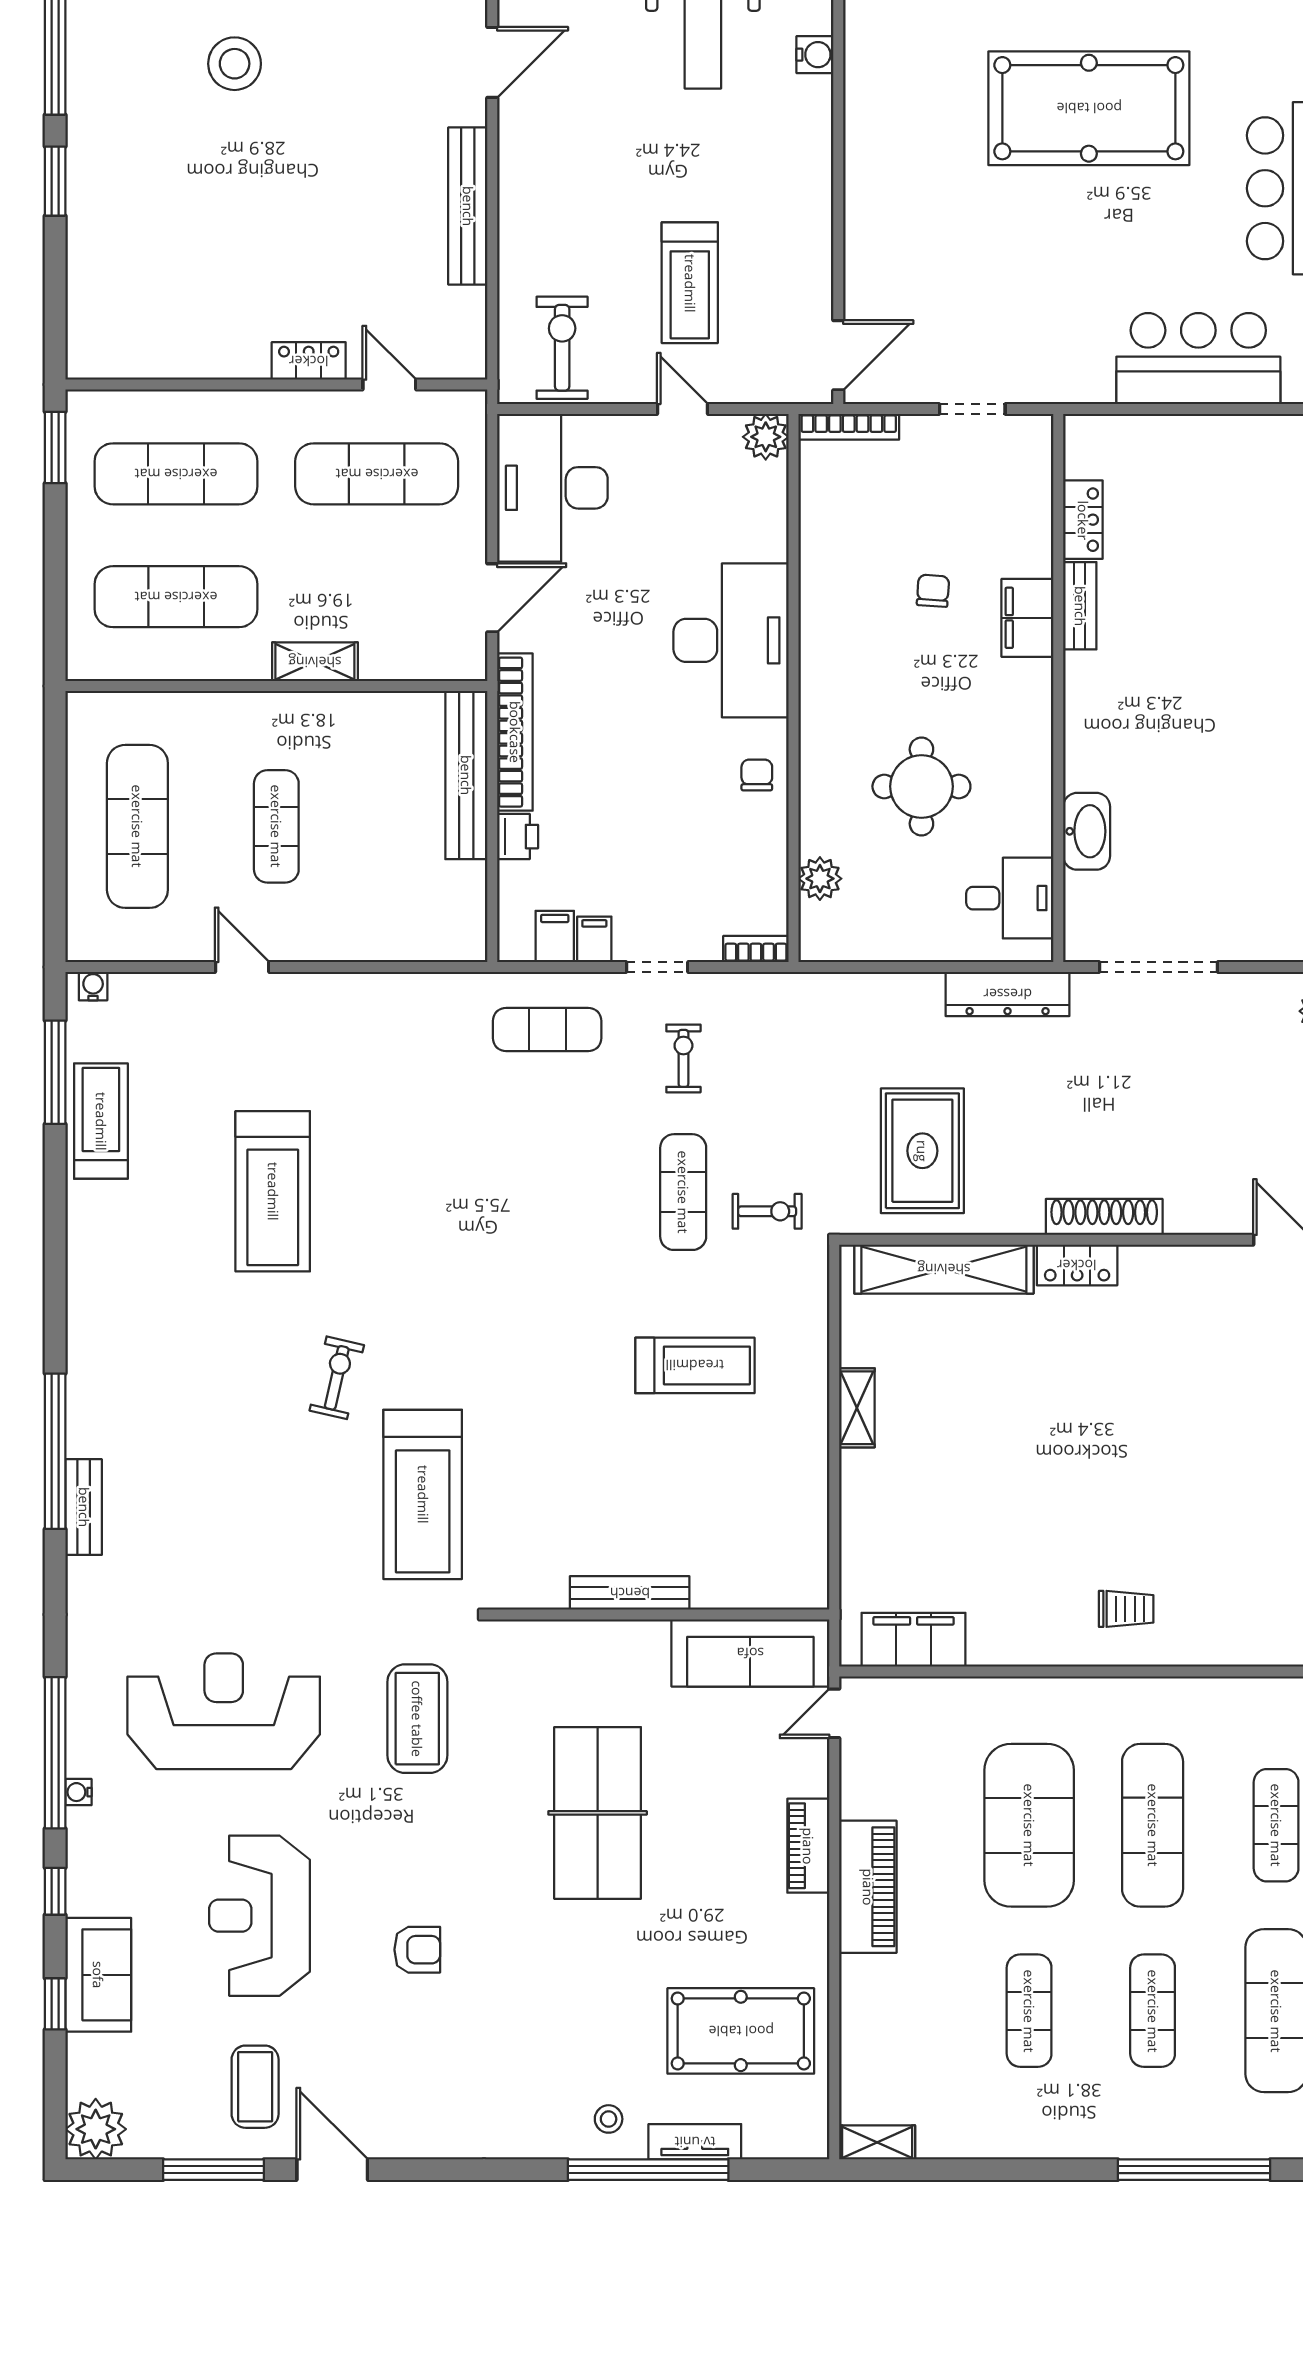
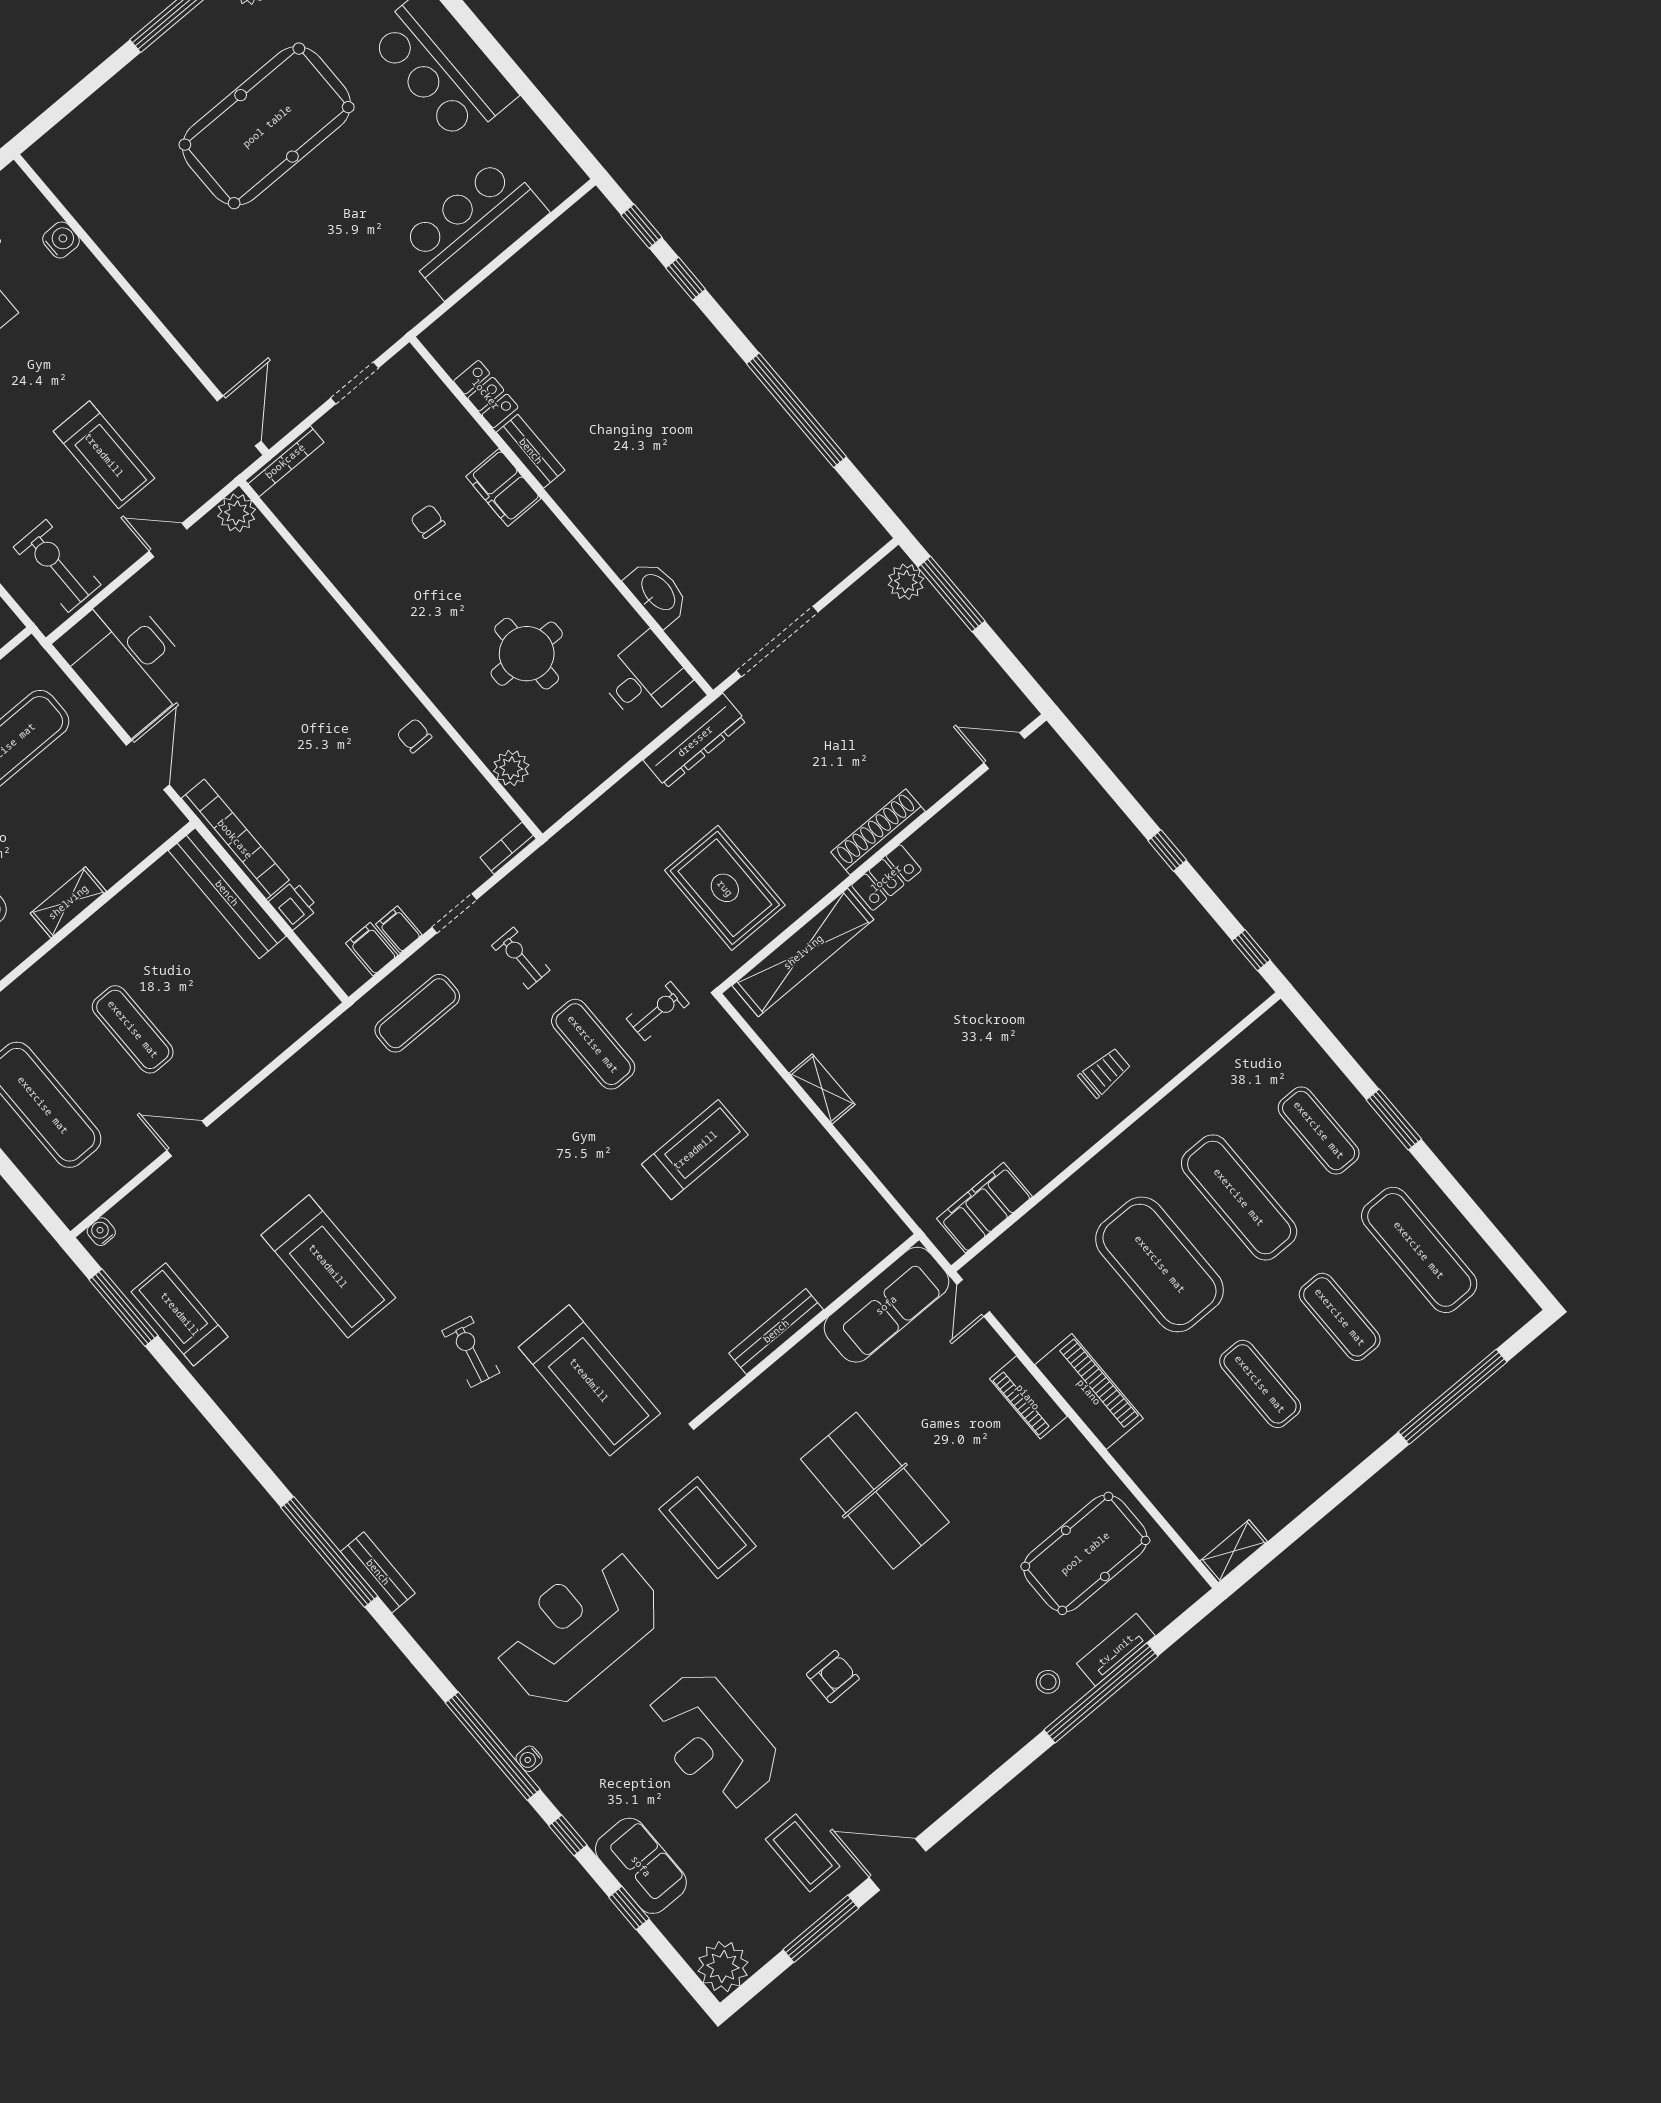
desk: (731, 640) -> (325, 663), removed

